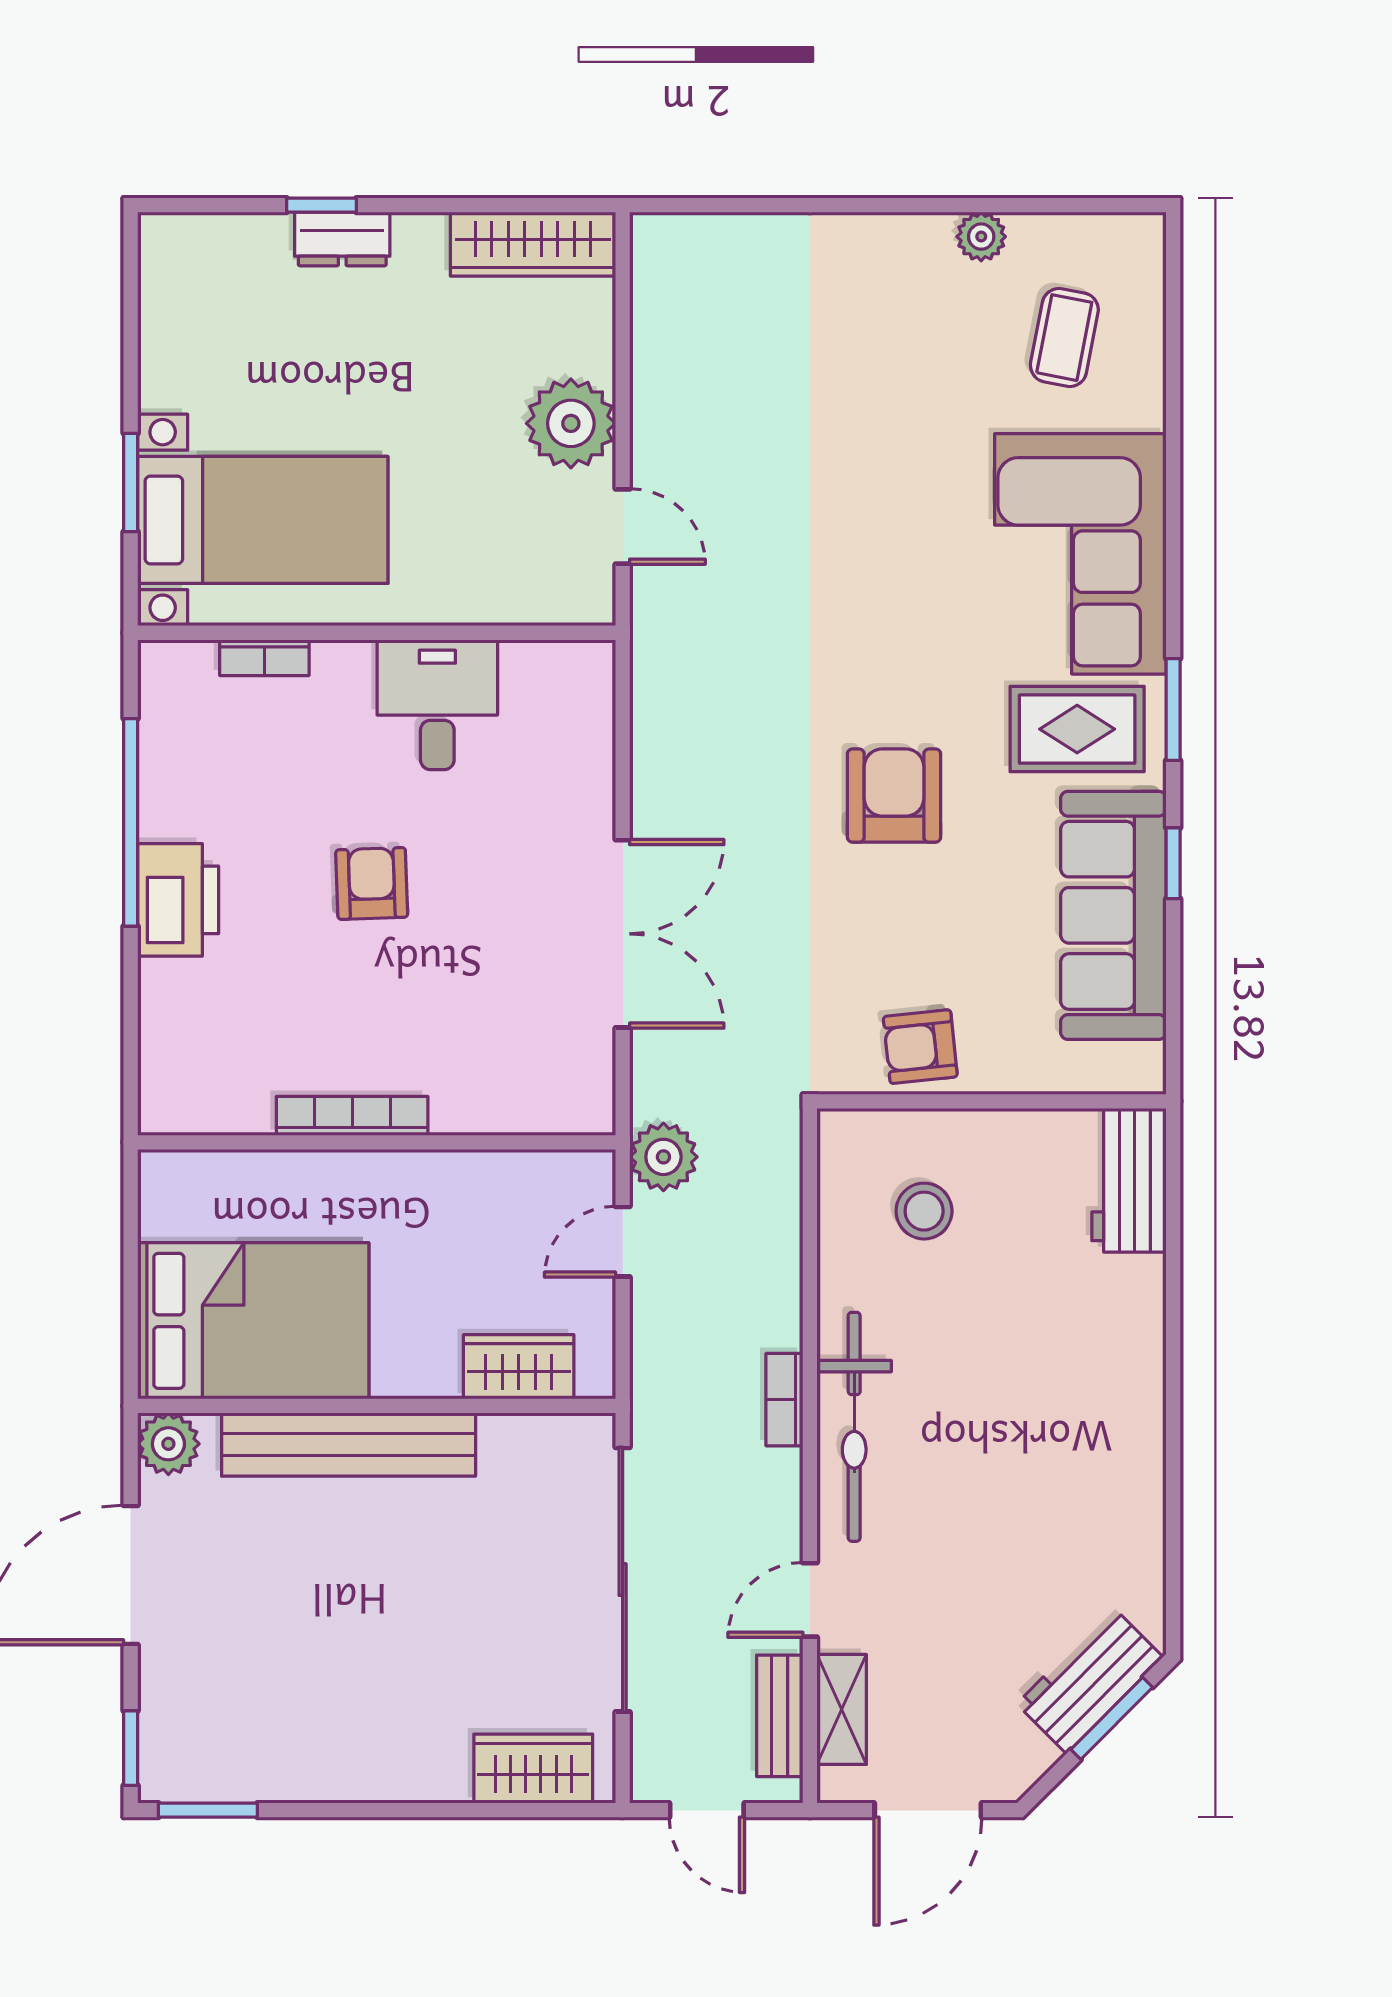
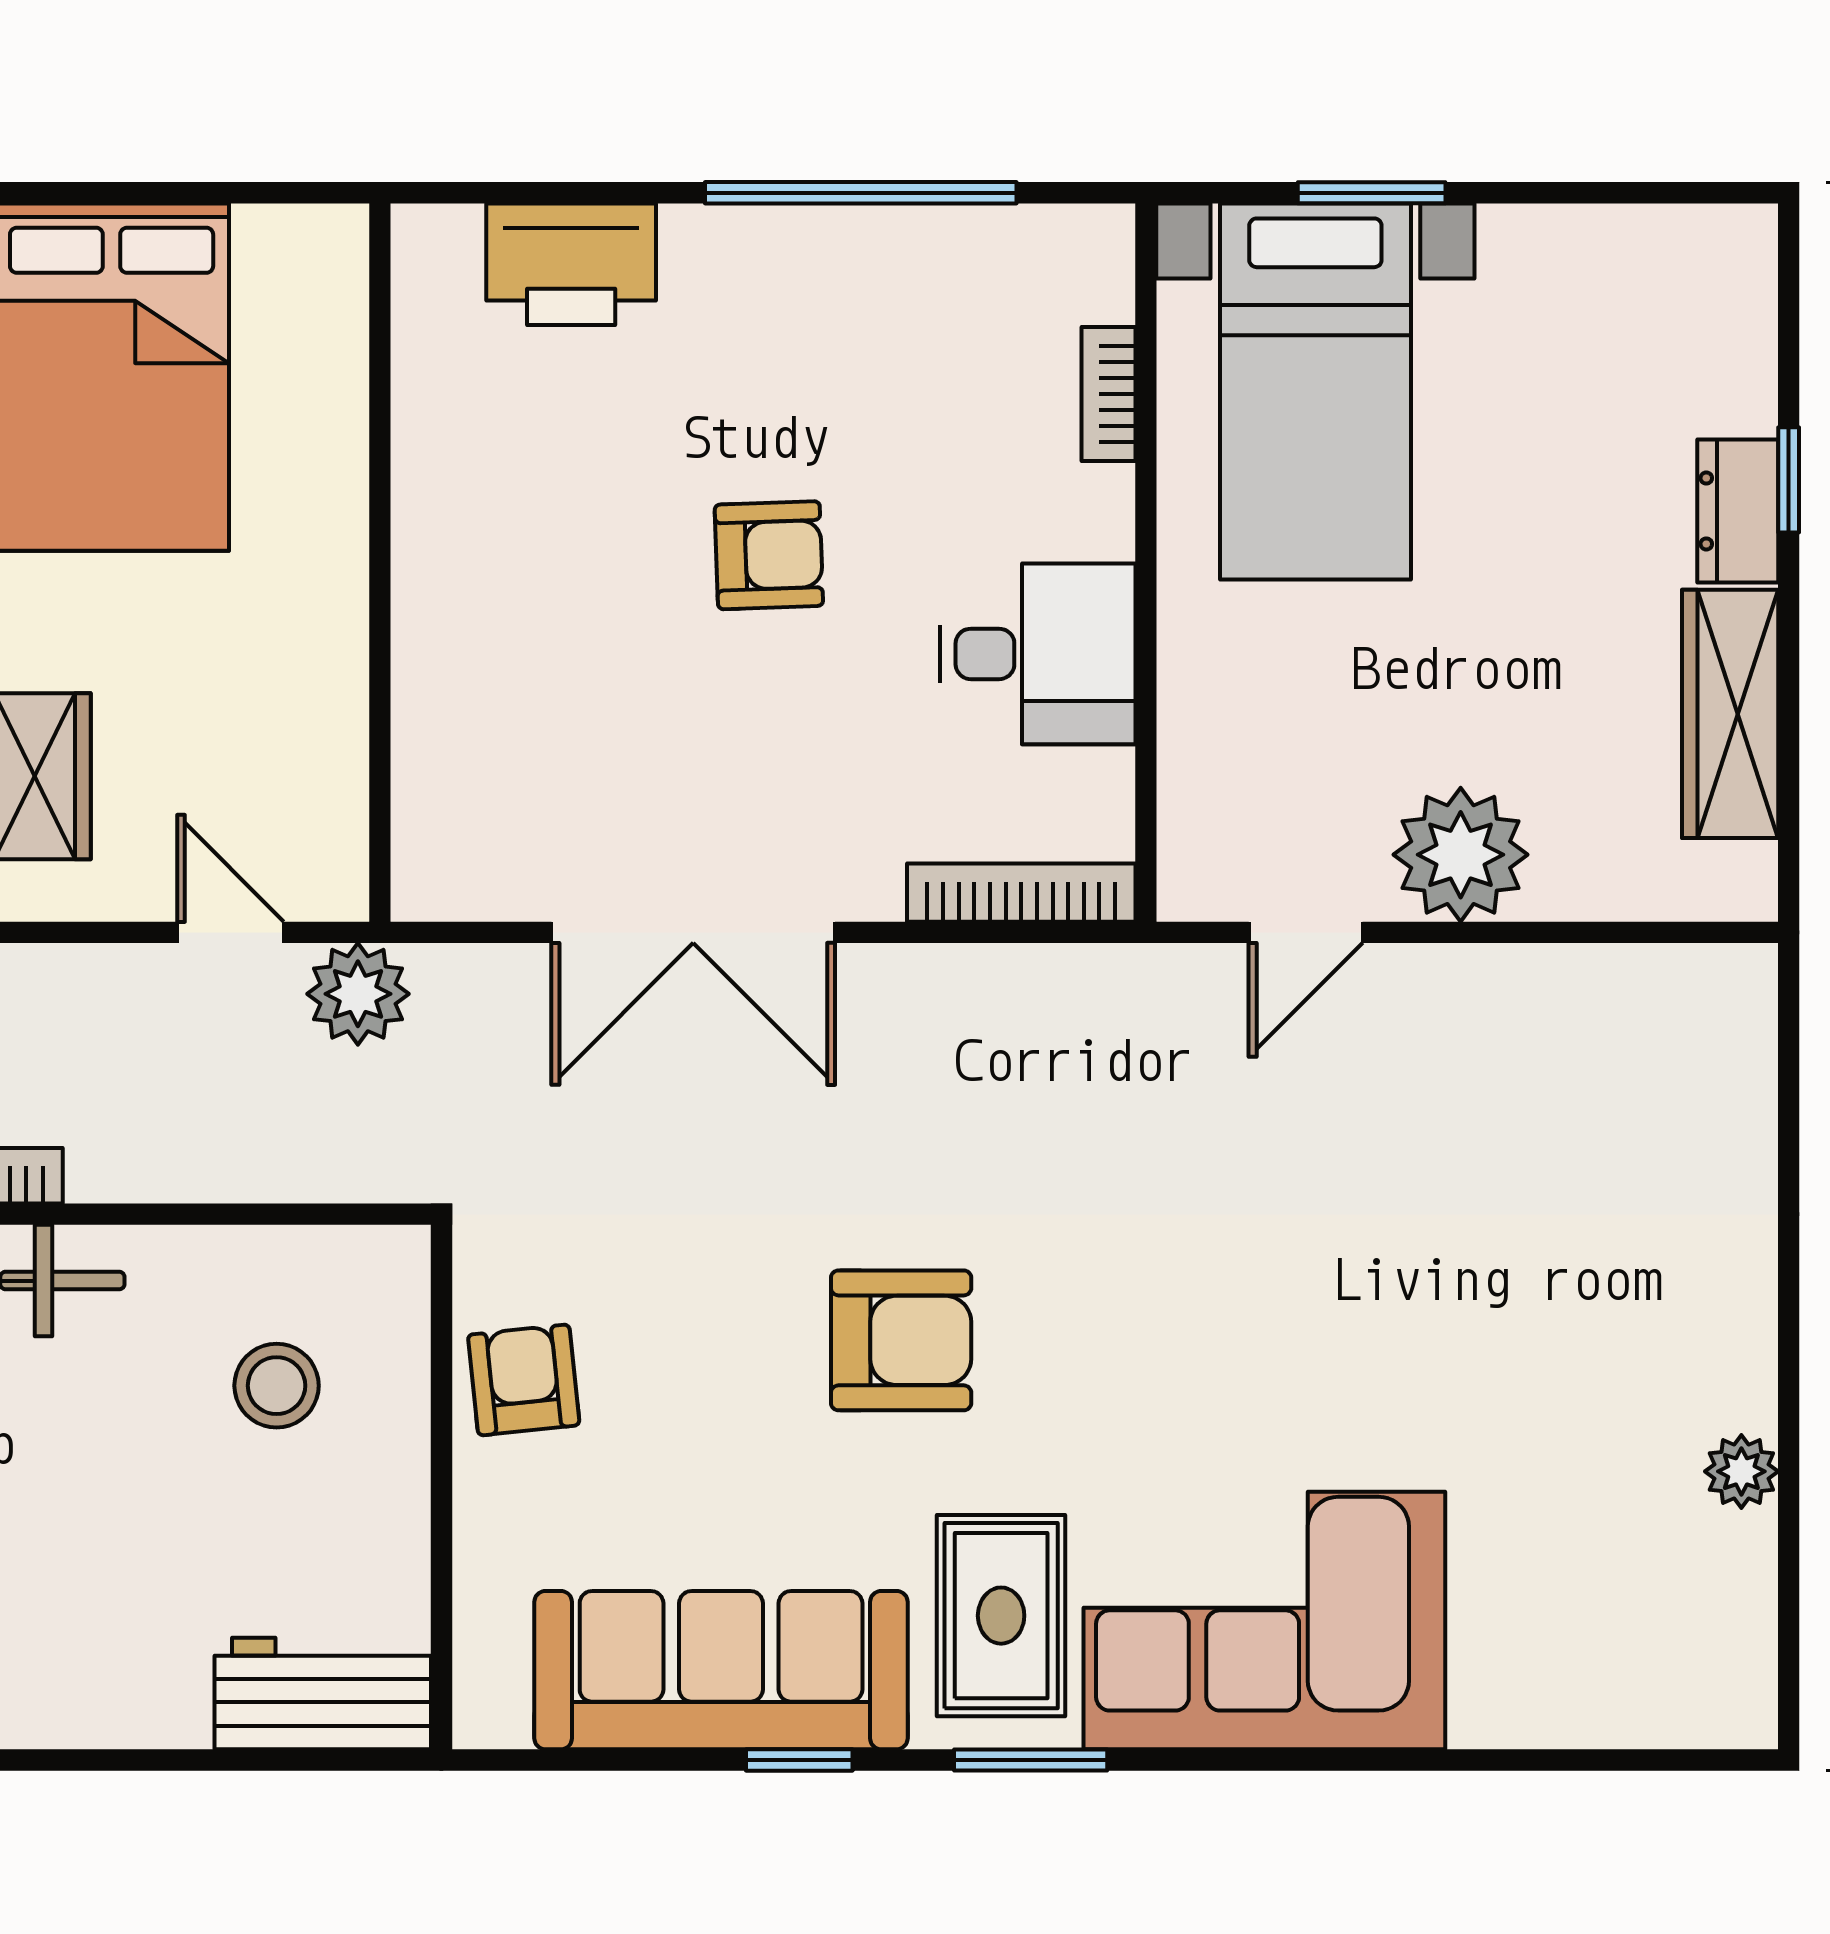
wardrobe: (533, 244) -> (1730, 714), moved
coffee table: (1064, 338) -> (1590, 1596), removed
printer: (178, 900) -> (571, 264), moved
bookcase: (352, 1116) -> (1021, 893), moved, turned -90

